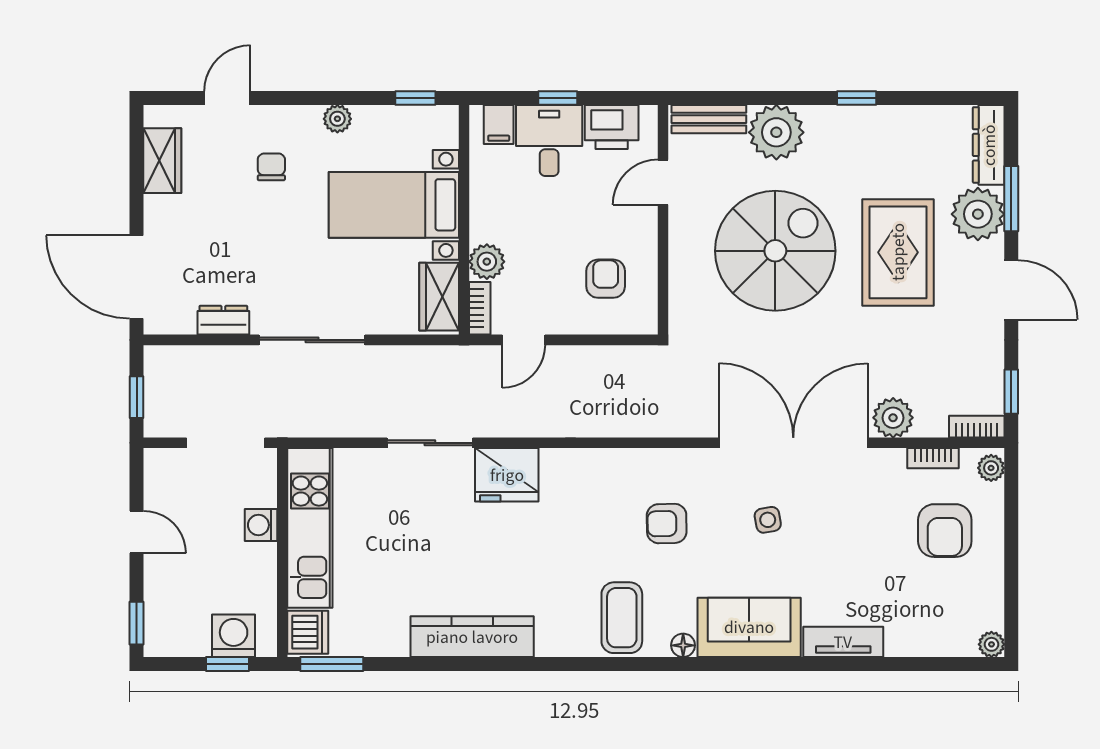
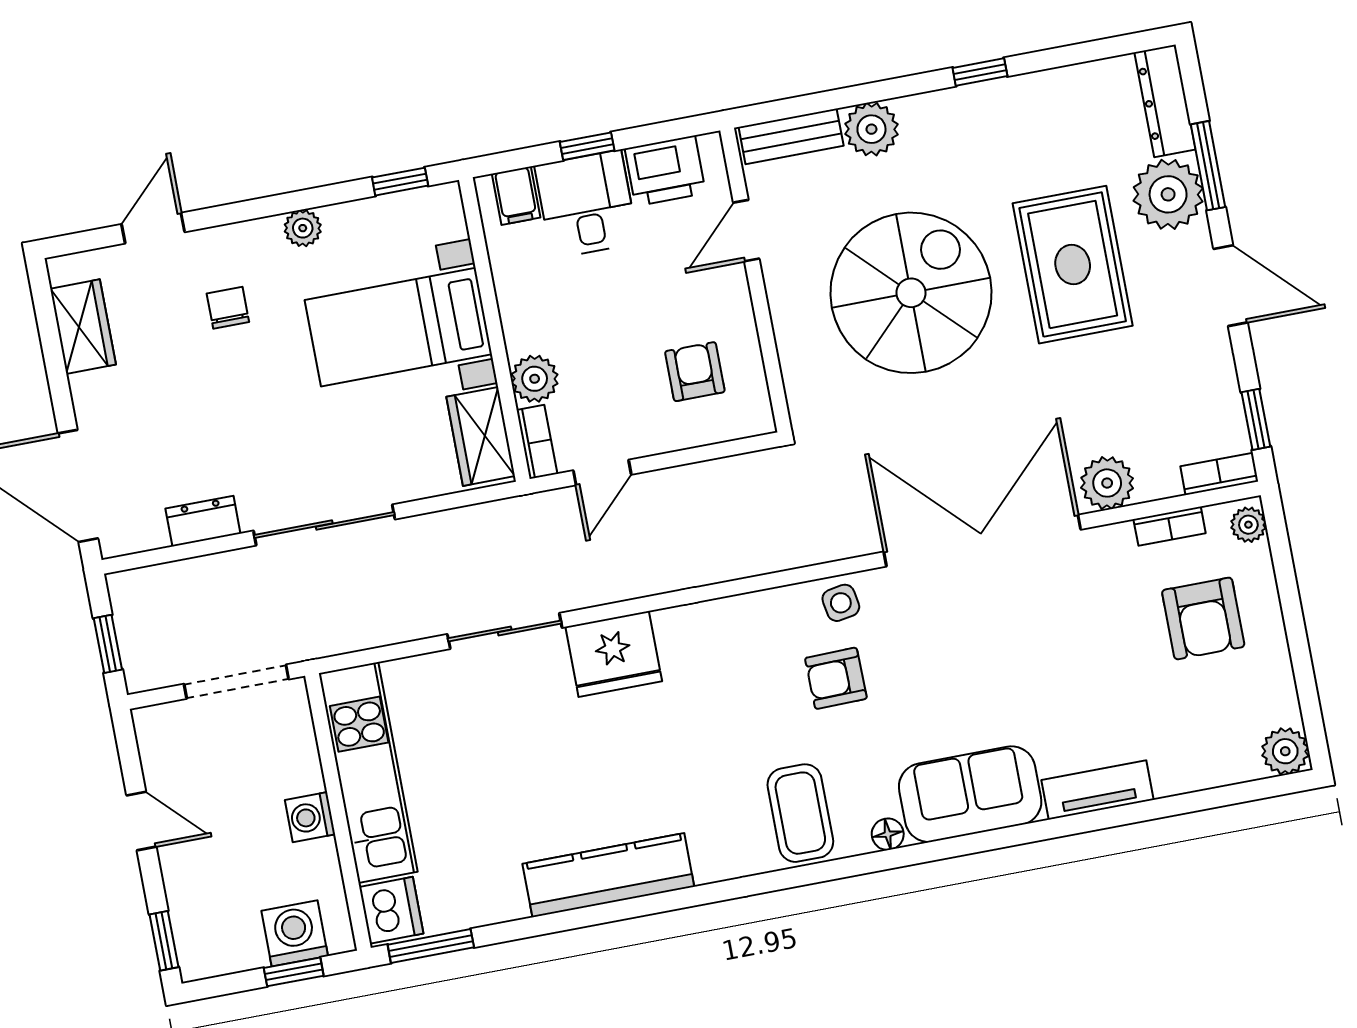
plant: (776, 132) -> (871, 129), width x0.73, depth x0.73
side table: (768, 520) -> (841, 603), moved
washing machine: (261, 525) -> (310, 817), moved
plant: (991, 644) -> (1285, 751), width x1.38, depth x1.38

